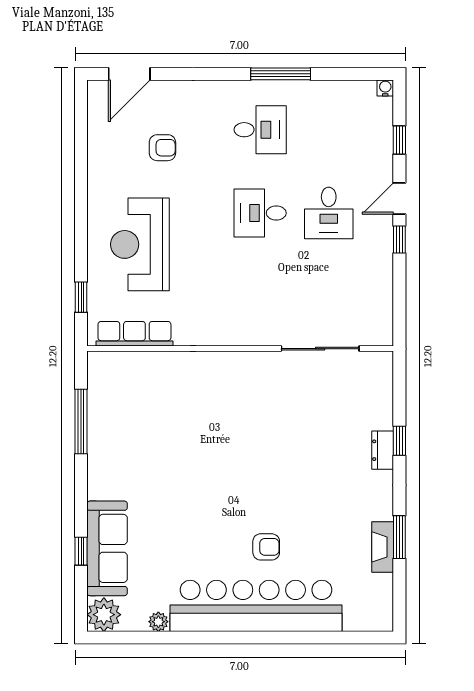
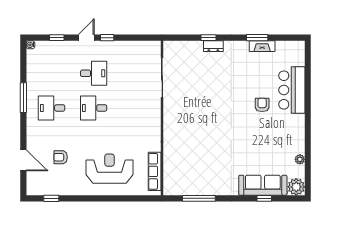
door: (129, 74) -> (23, 160), moved
desk: (260, 130) -> (52, 108), turned -90
armchair: (162, 148) -> (61, 157), turned -90
door: (399, 199) -> (86, 38), swing flipped
desk: (260, 213) -> (94, 108), turned 90
reception desk: (140, 244) -> (109, 169), turned 180
window: (81, 297) -> (51, 198), moved
bar counter: (256, 606) -> (292, 90), width x0.54

